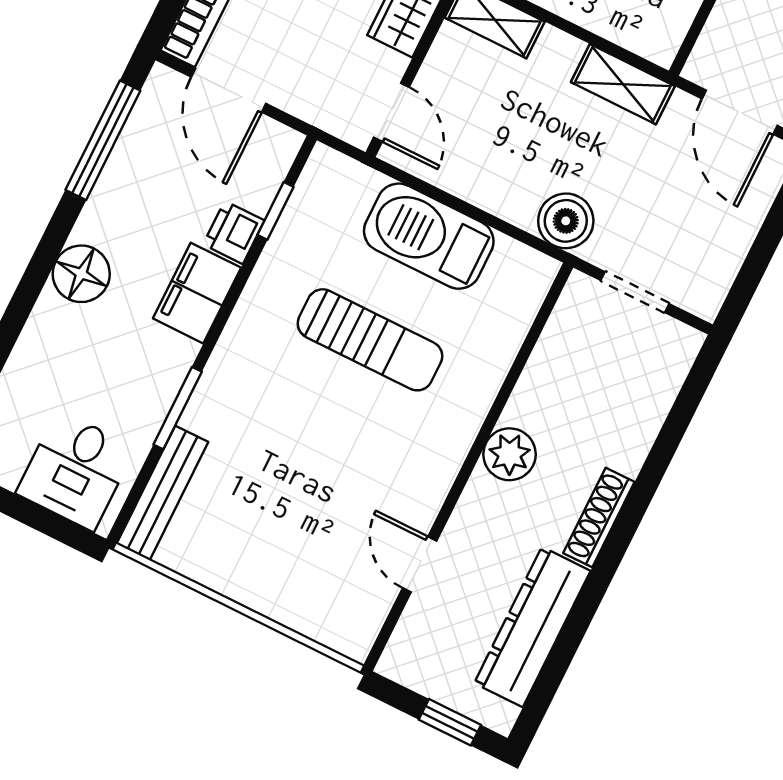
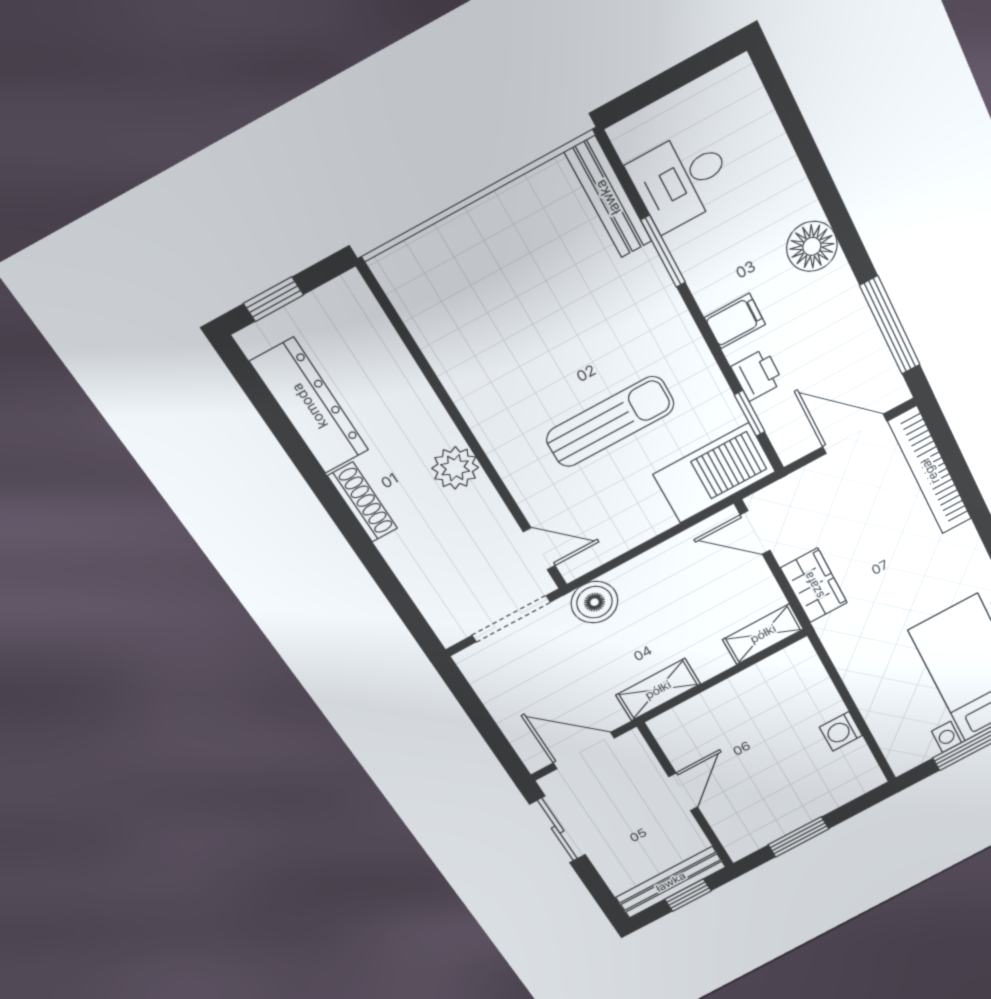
barbecue: (429, 236) -> (714, 473), moved
doorway: (635, 292) -> (511, 619), width x1.38
filing cabinet: (197, 293) -> (735, 321), width x0.50
sun lounger: (370, 340) -> (610, 422), turned 180
desk: (76, 471) -> (682, 180), moved, turned -90
door: (420, 564) -> (539, 549), moved

